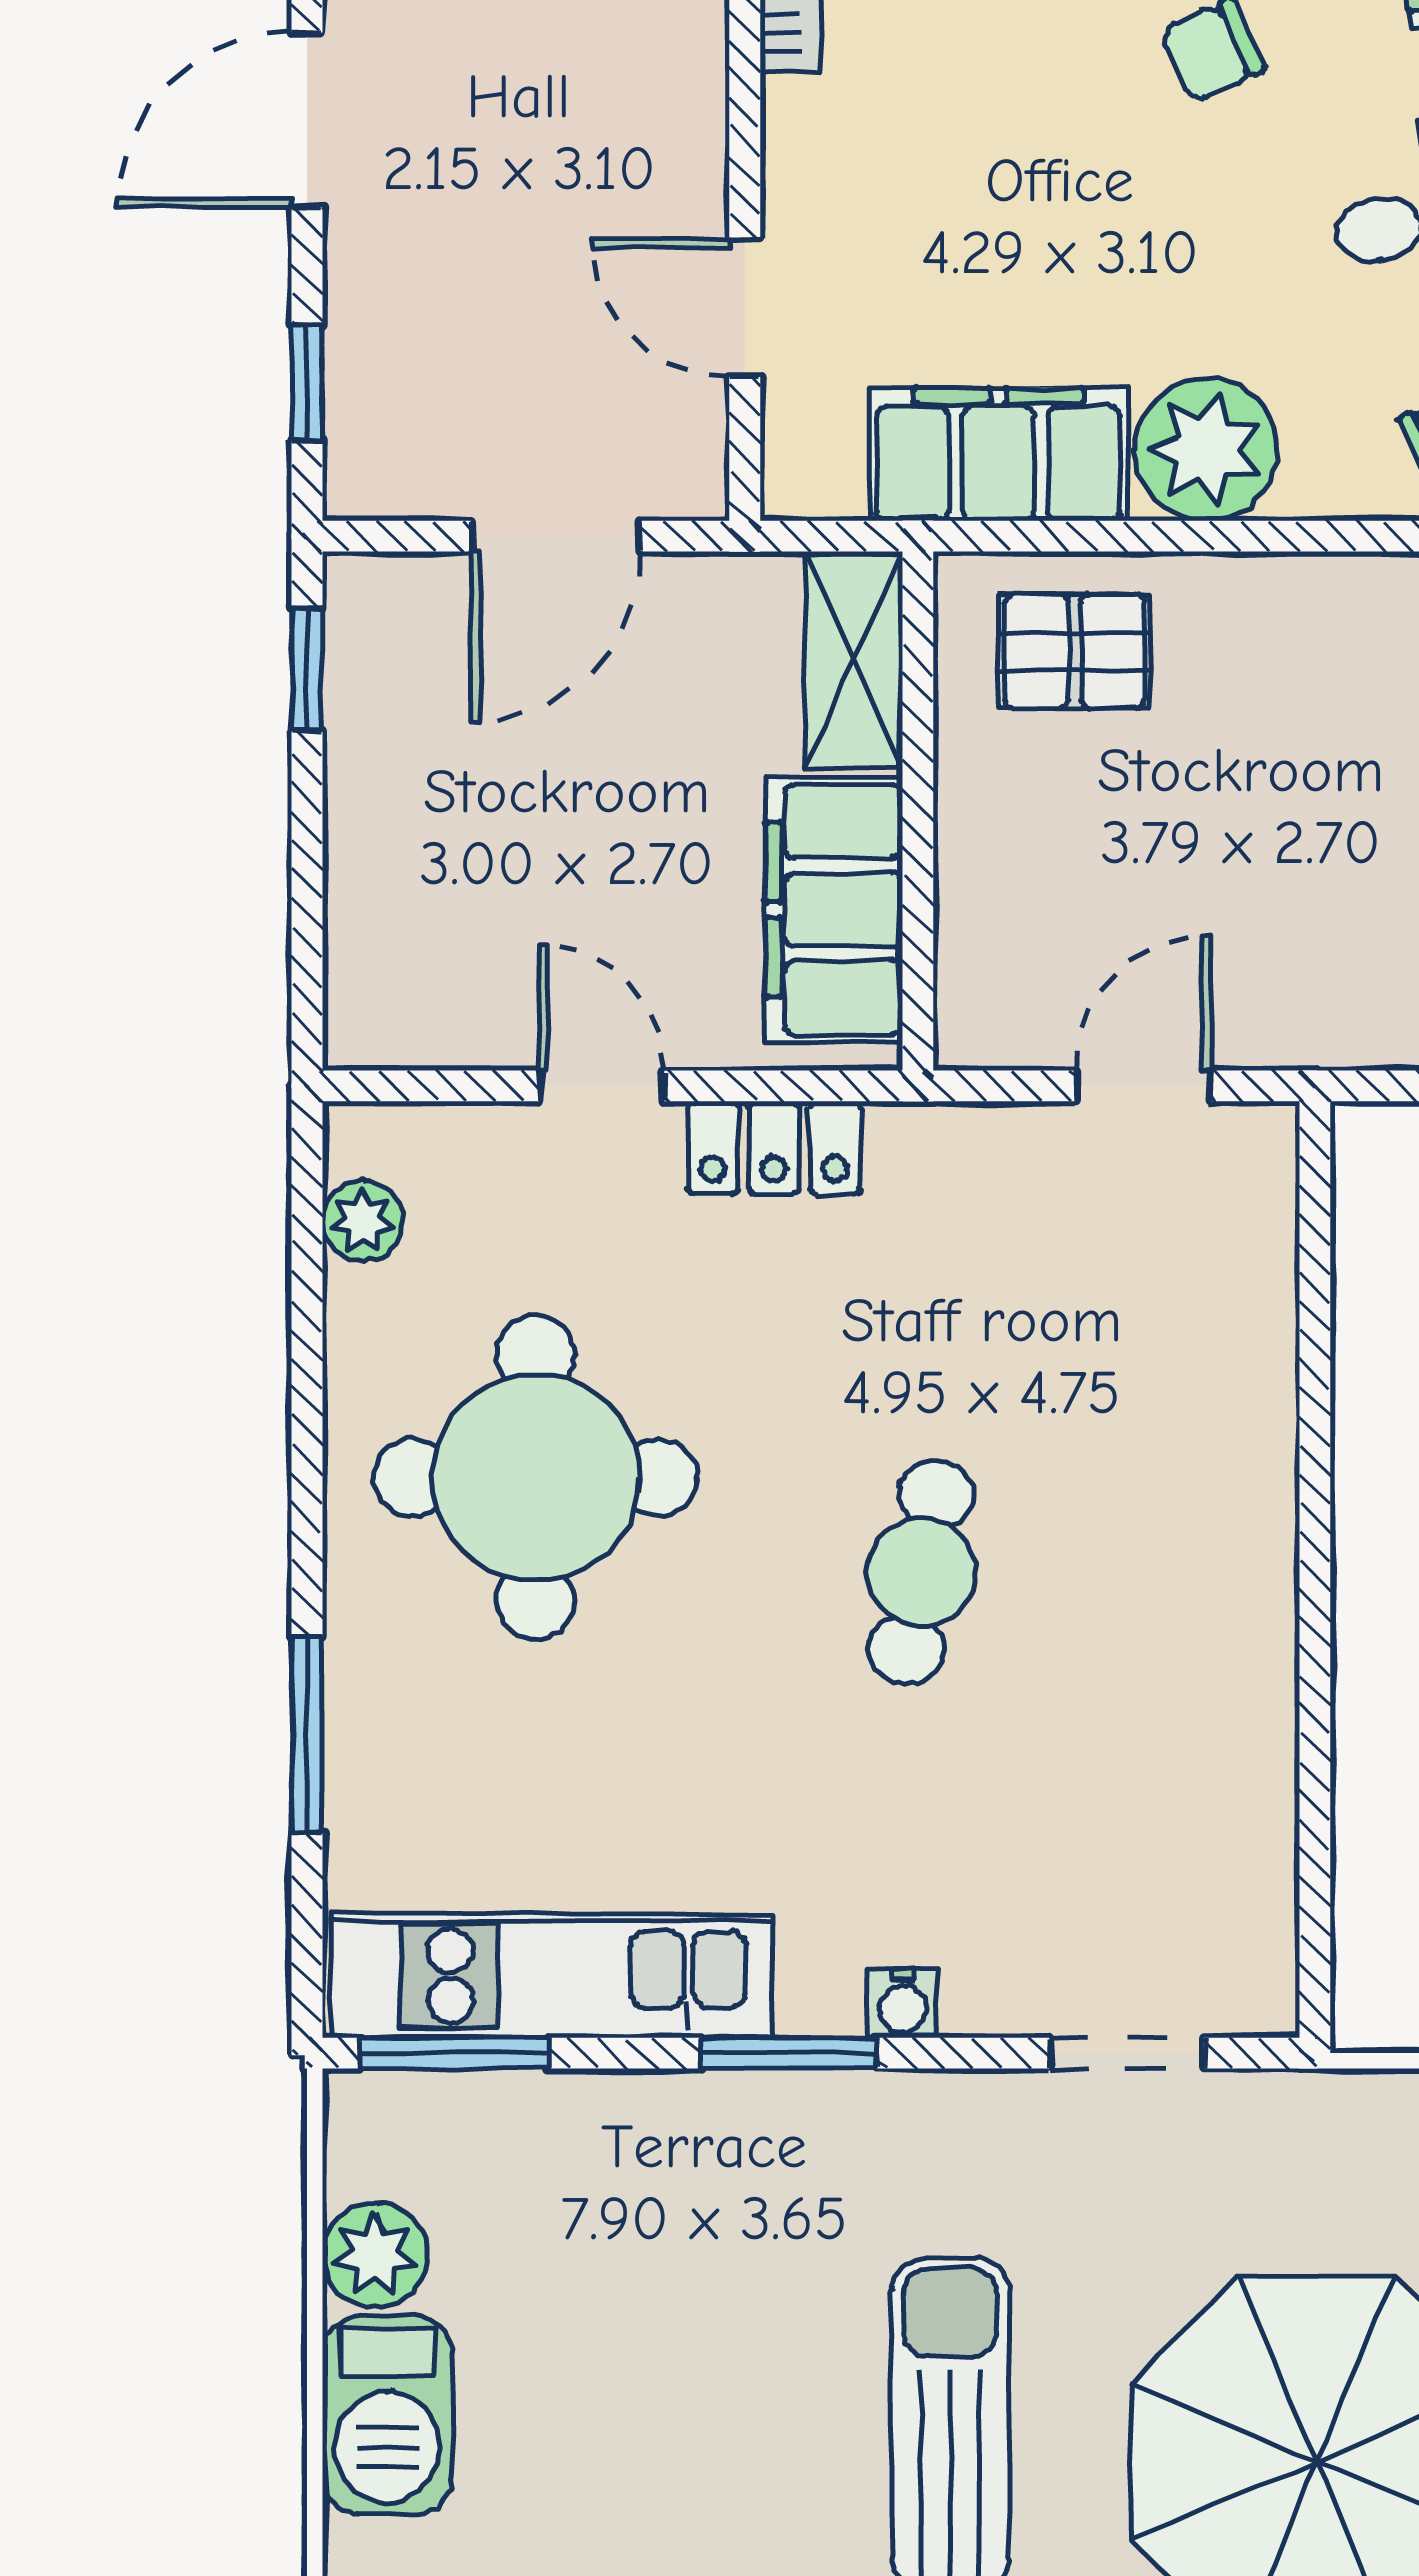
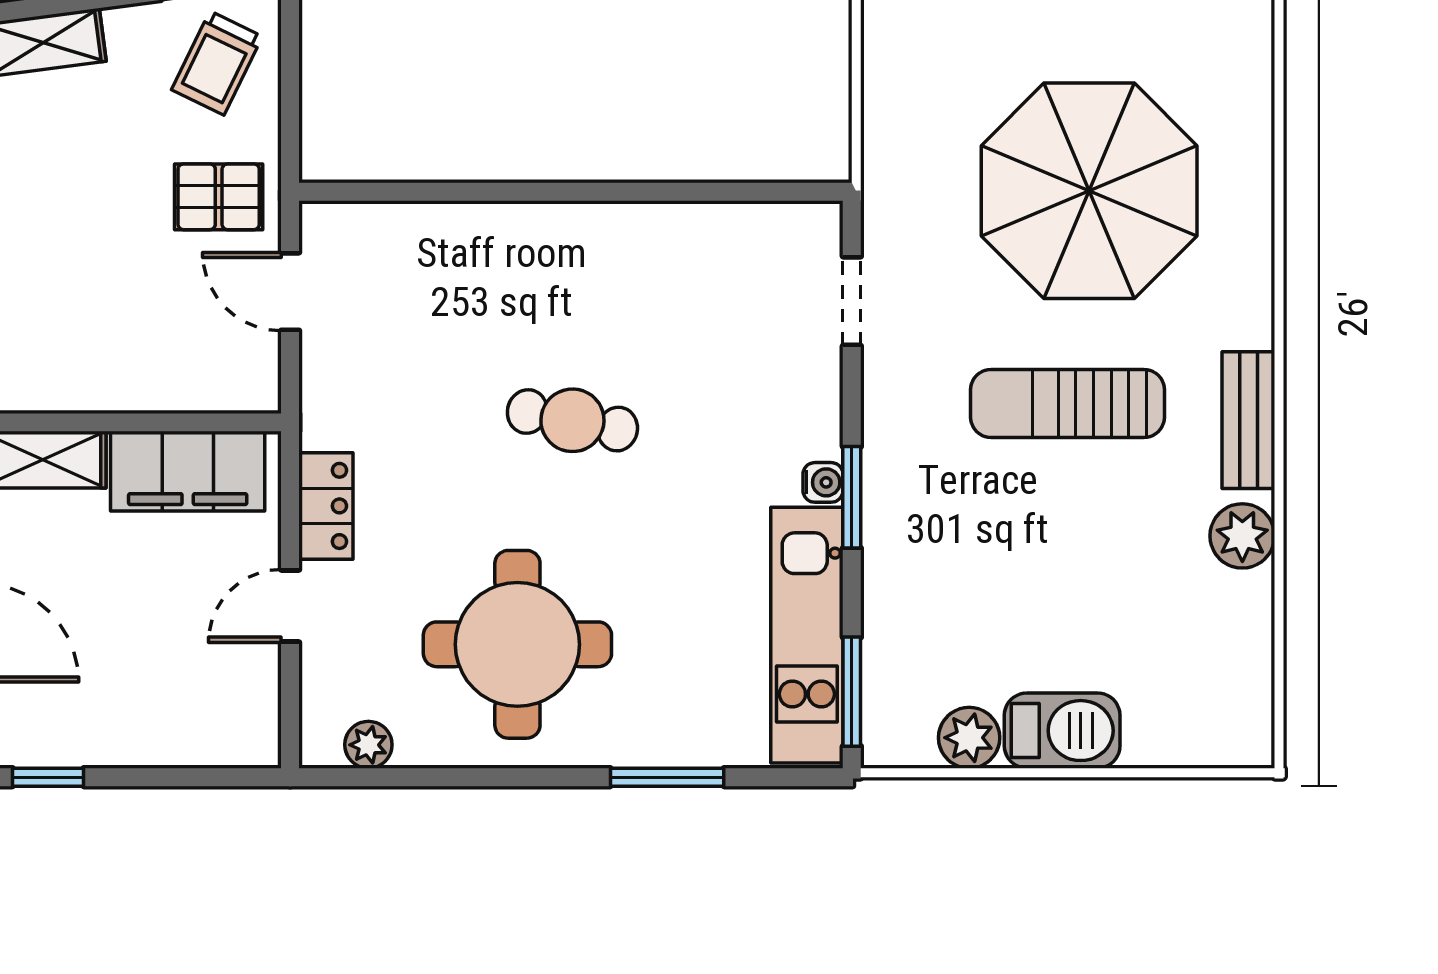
pallet: (1075, 651) -> (219, 197), moved, turned 90
water cooler: (903, 2003) -> (823, 482), moved

